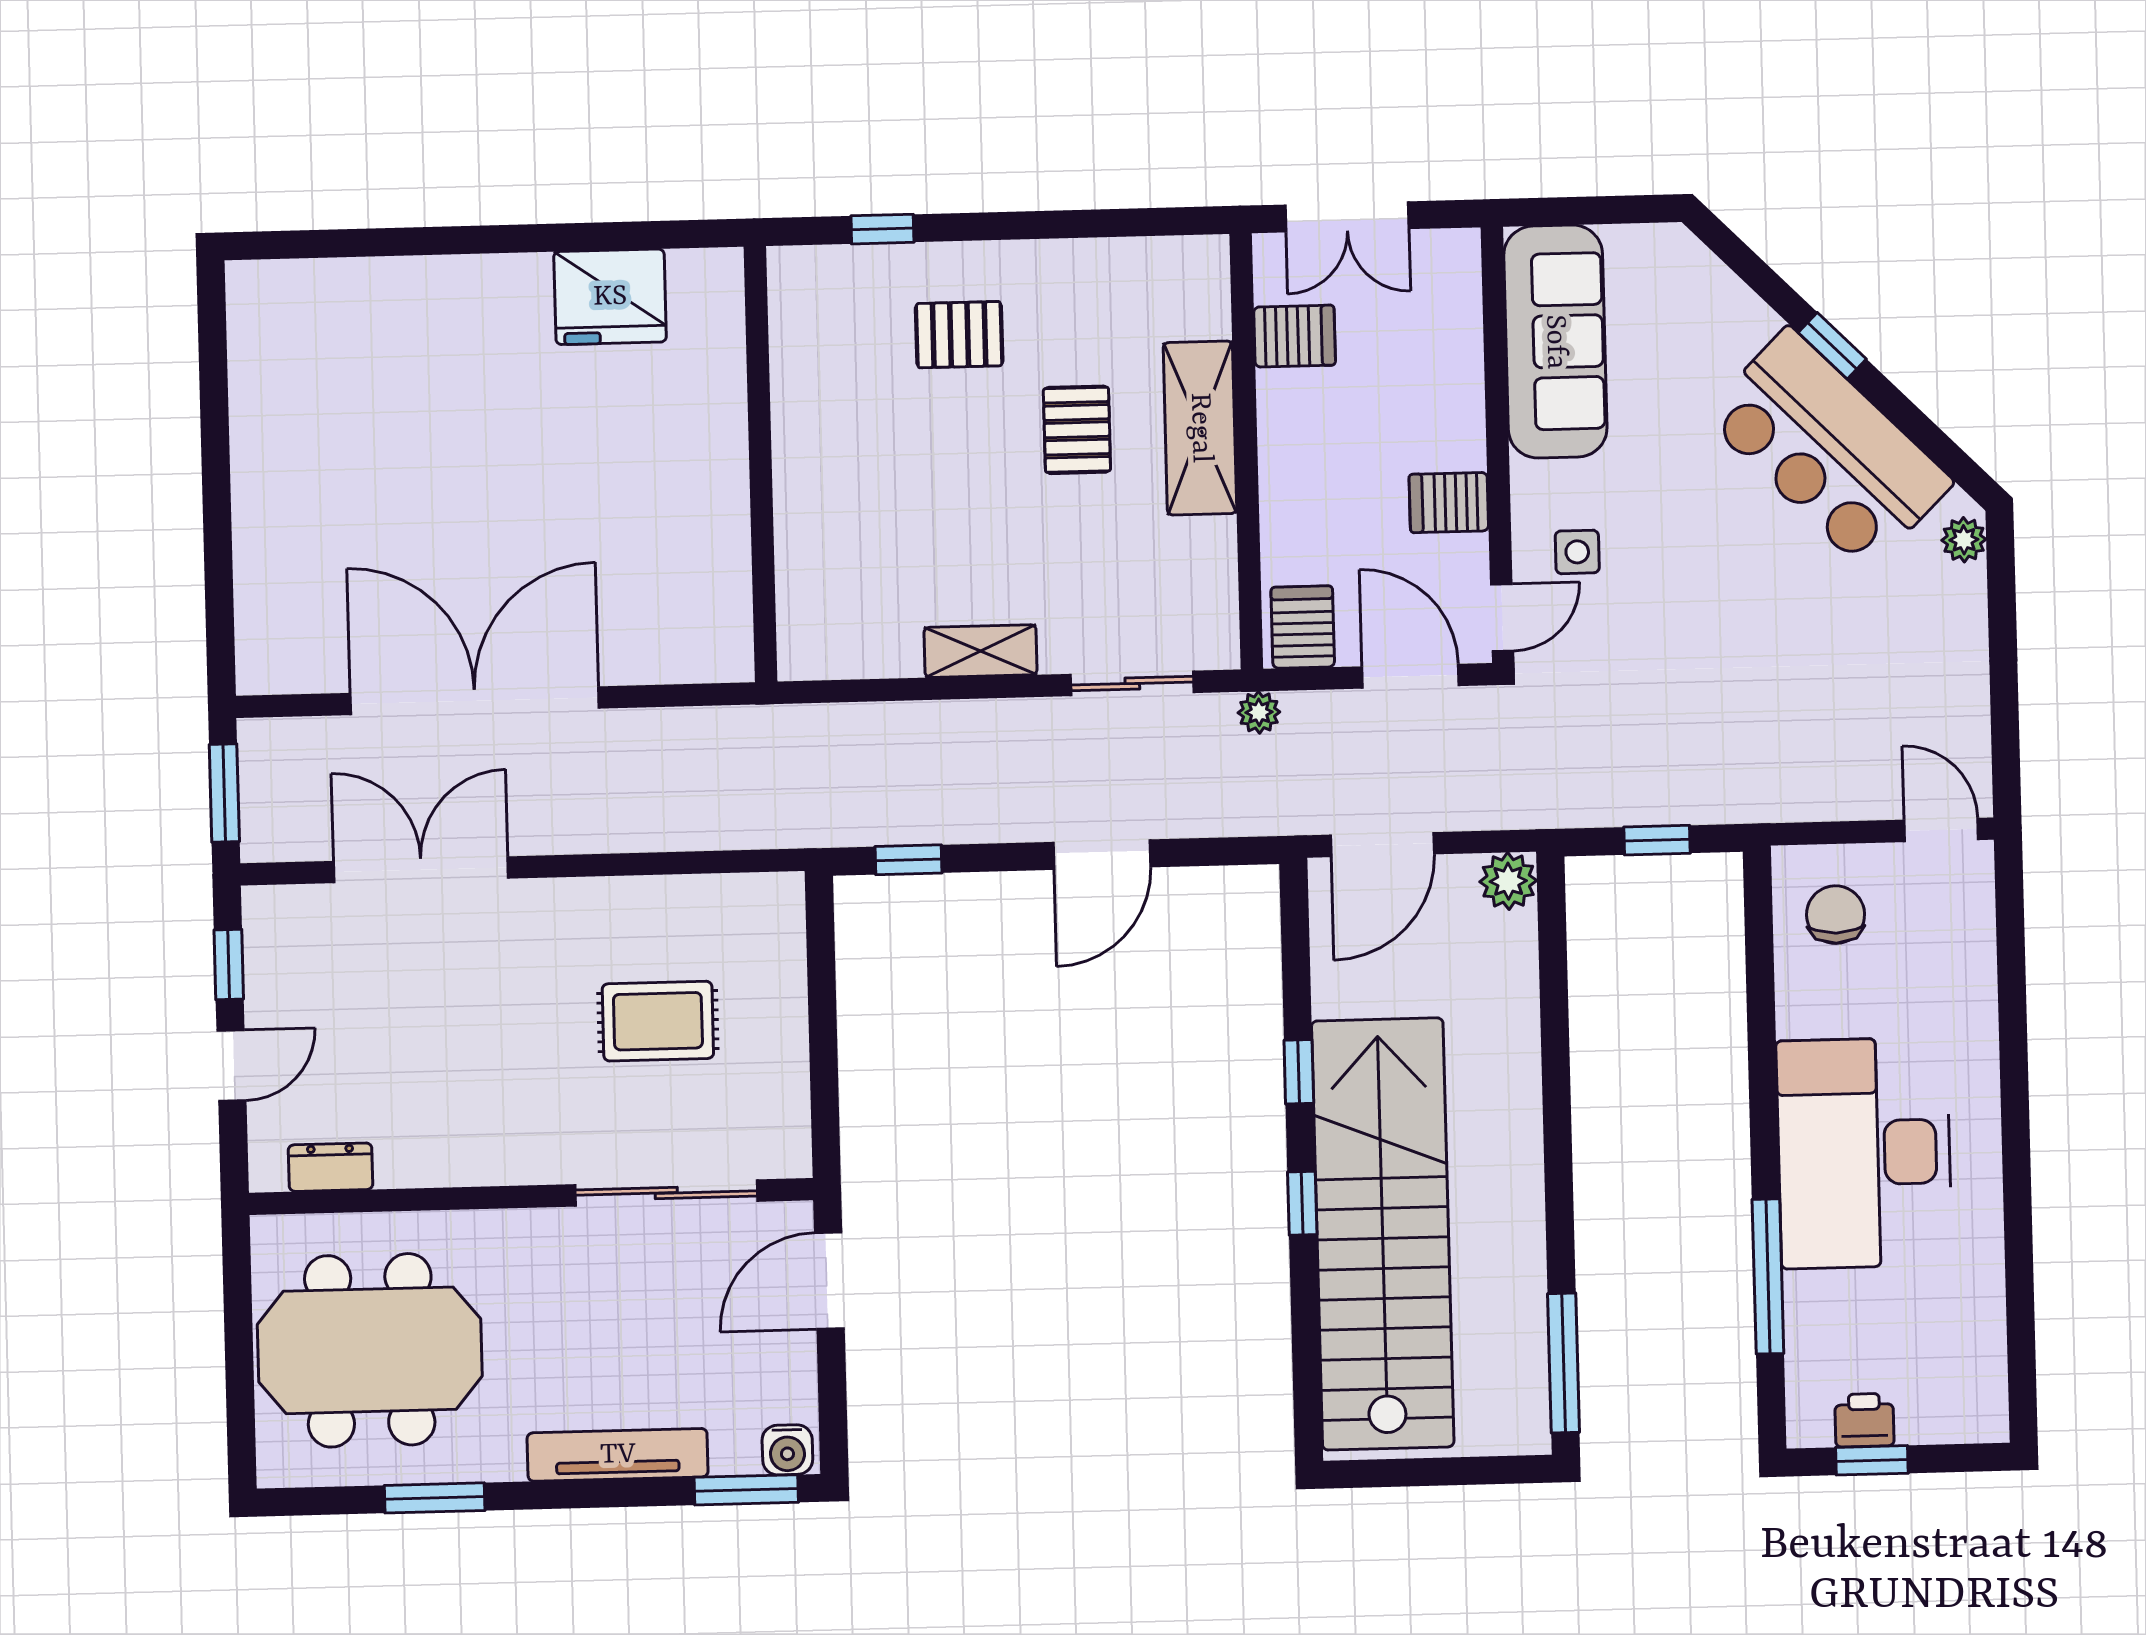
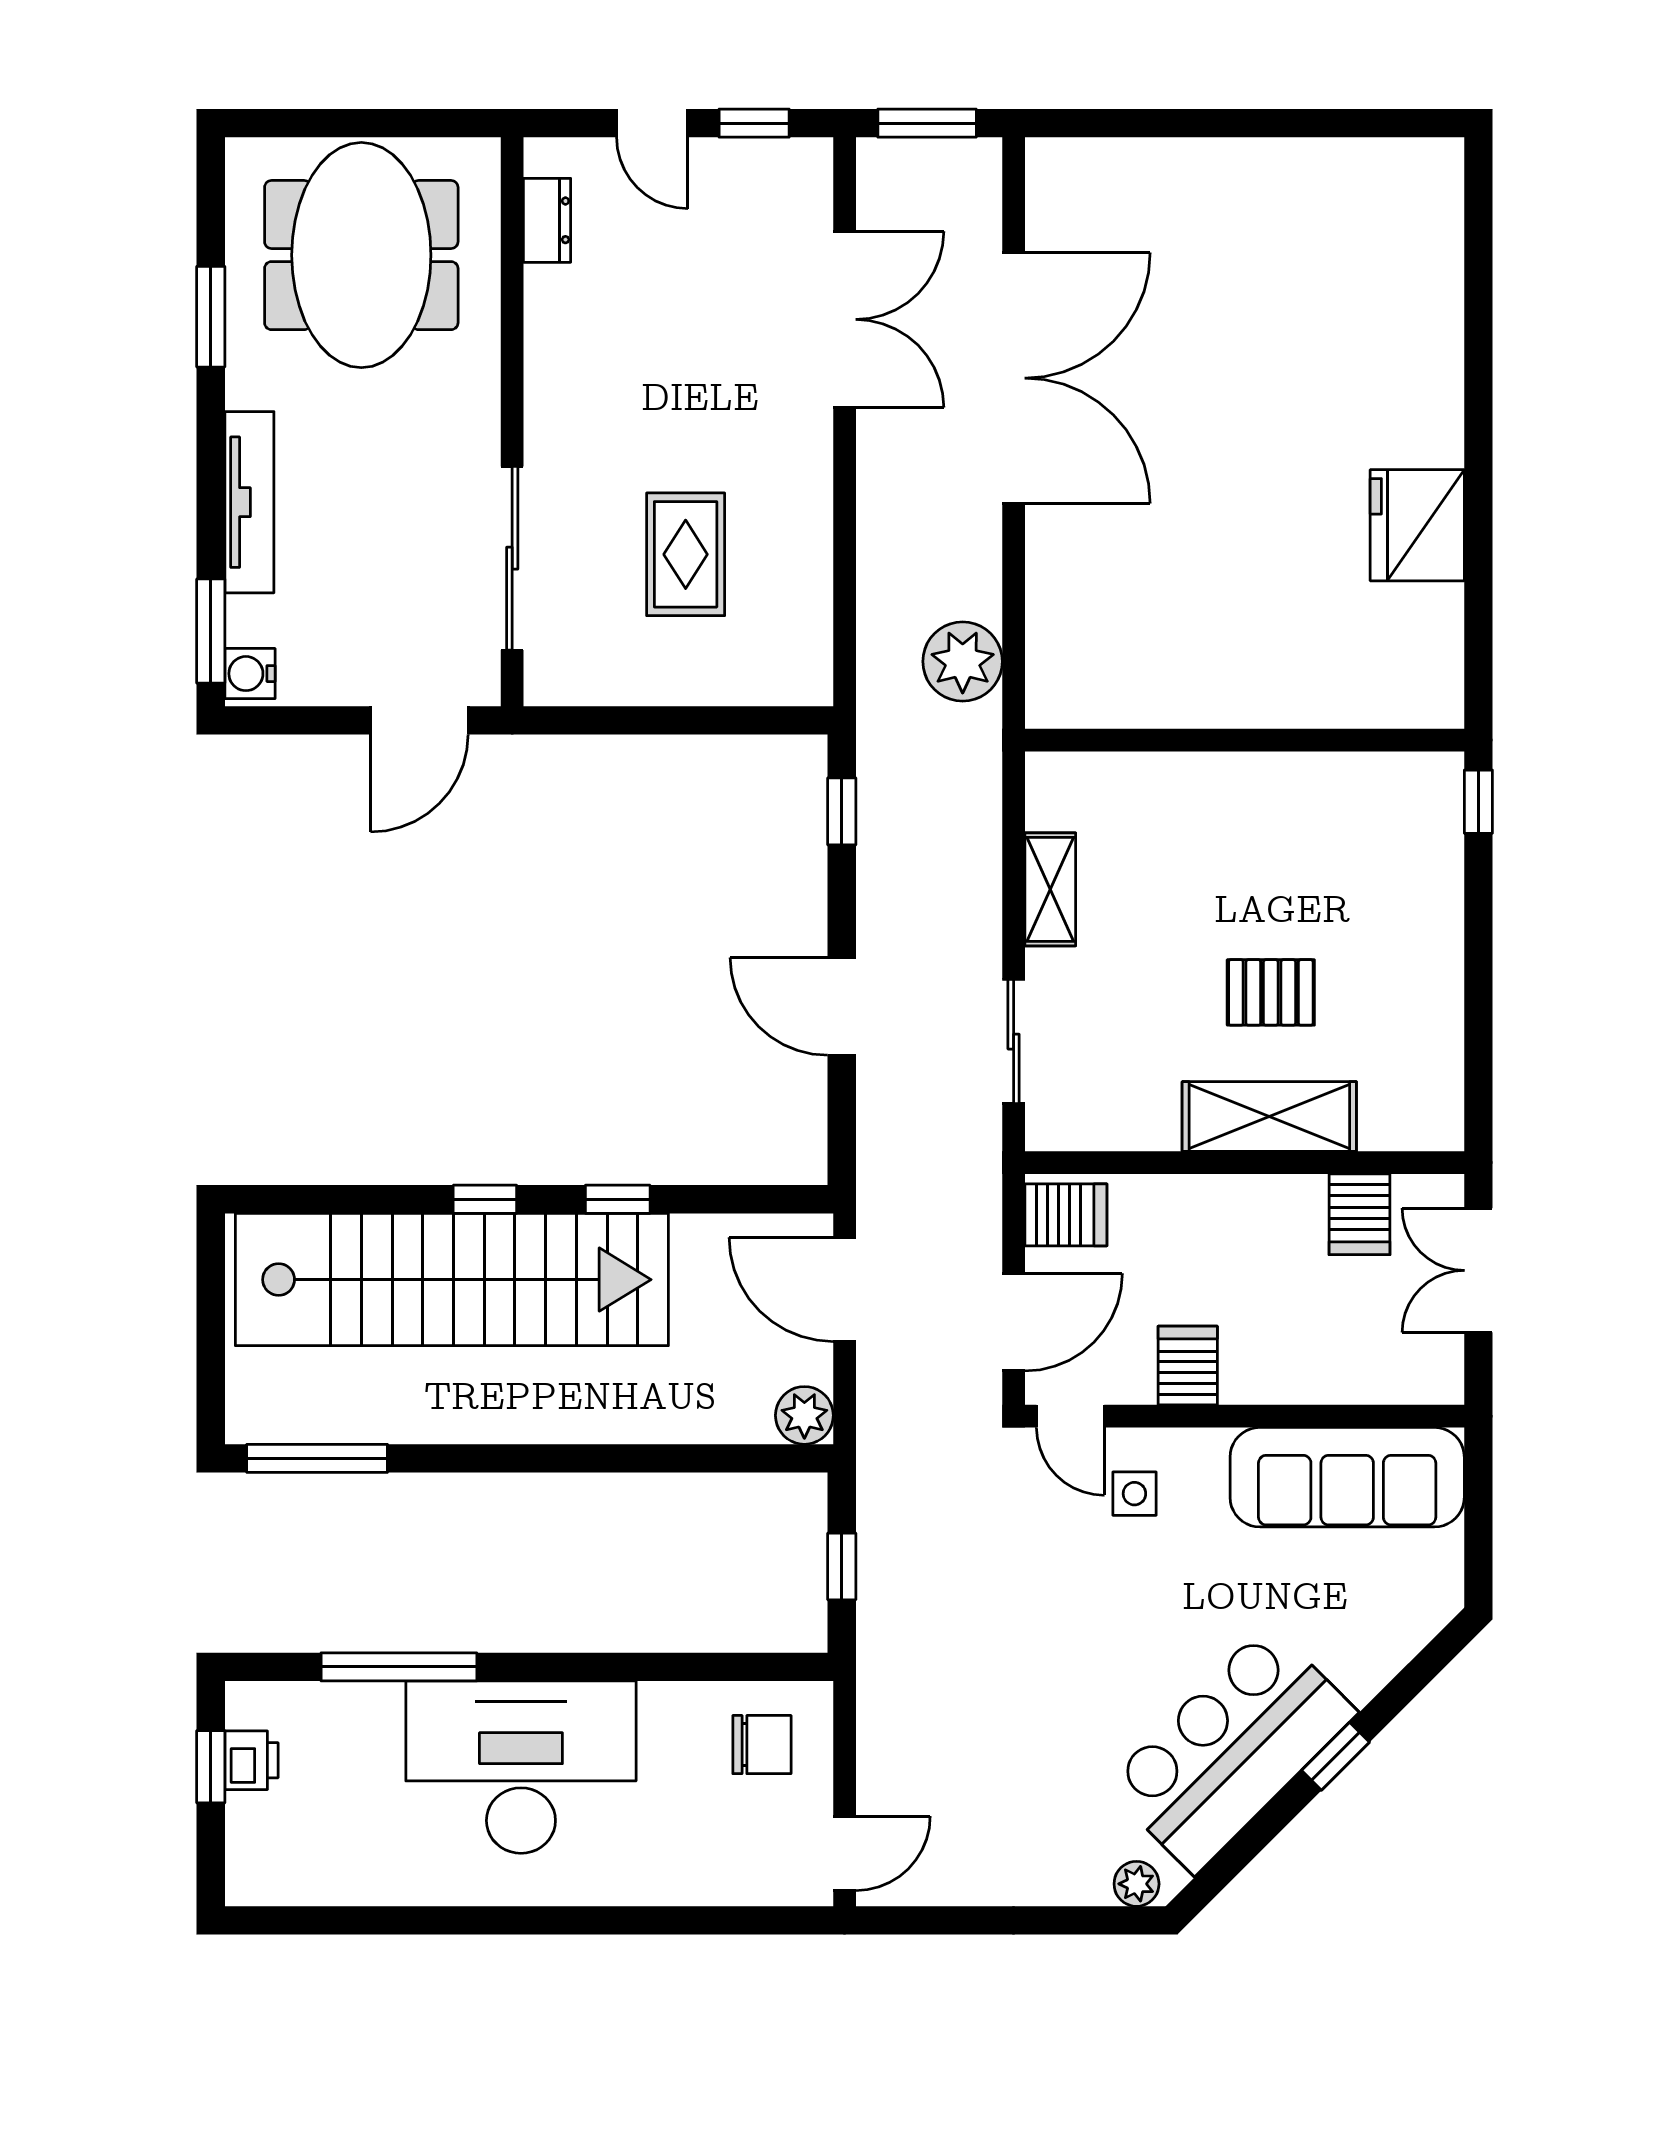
pallet: (959, 335) -> (1370, 876), removed
wall: (760, 464) -> (1245, 740), moved
plant: (1259, 712) -> (963, 661), moved, width x1.88, depth x1.88
door: (829, 1281) -> (419, 720), swing flipped

